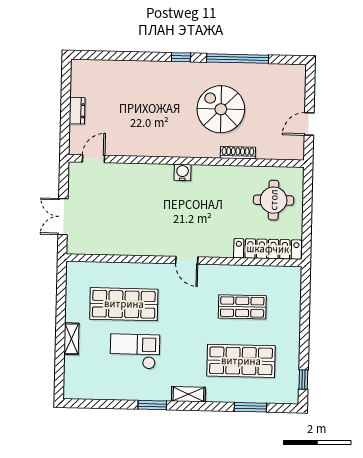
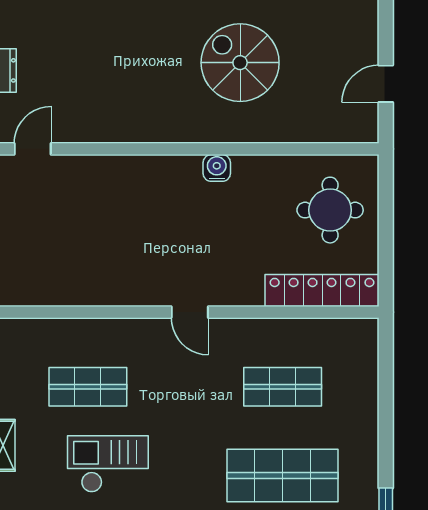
shoe rack: (238, 153) -> (270, 134), removed
water cooler: (182, 172) -> (217, 168), moved
shop shelf: (124, 304) -> (88, 387), width x0.70, depth x0.74

